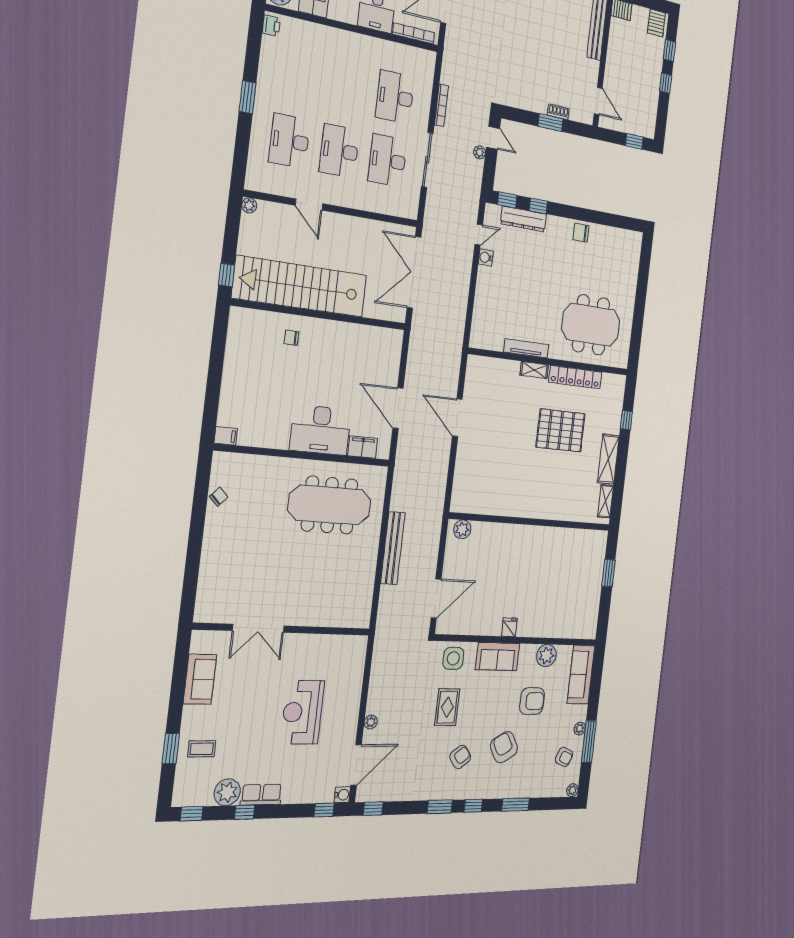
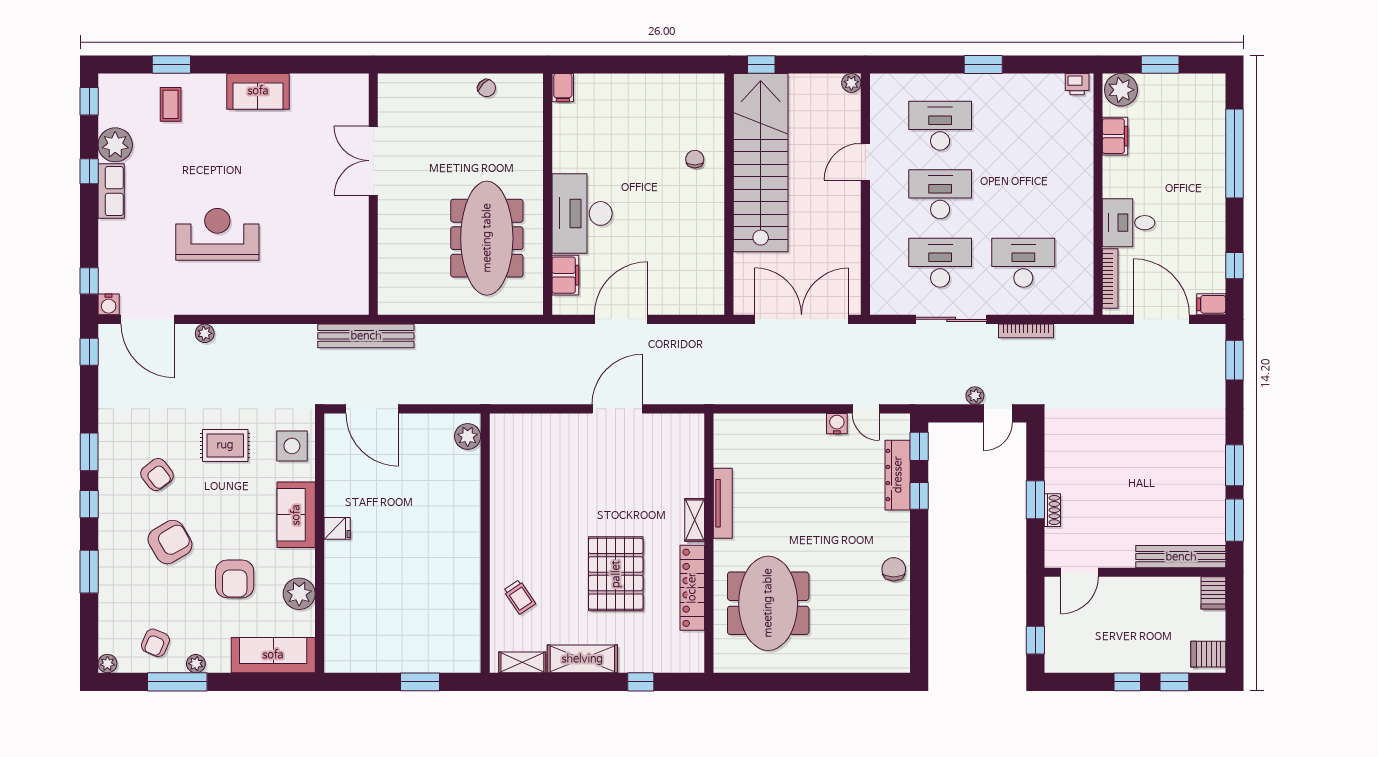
trolley: (567, 500) -> (519, 597), added
bench: (393, 548) -> (366, 336), moved
double door: (258, 628) -> (373, 161), moved
wall: (283, 629) -> (373, 194), moved

